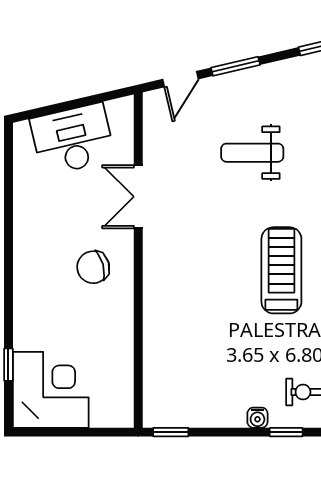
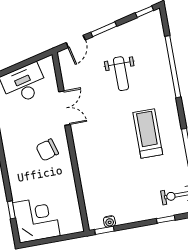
weight bench: (252, 153) -> (121, 74), turned -90
double door: (138, 197) -> (64, 108), swing flipped
water cooler: (257, 418) -> (109, 221), moved

